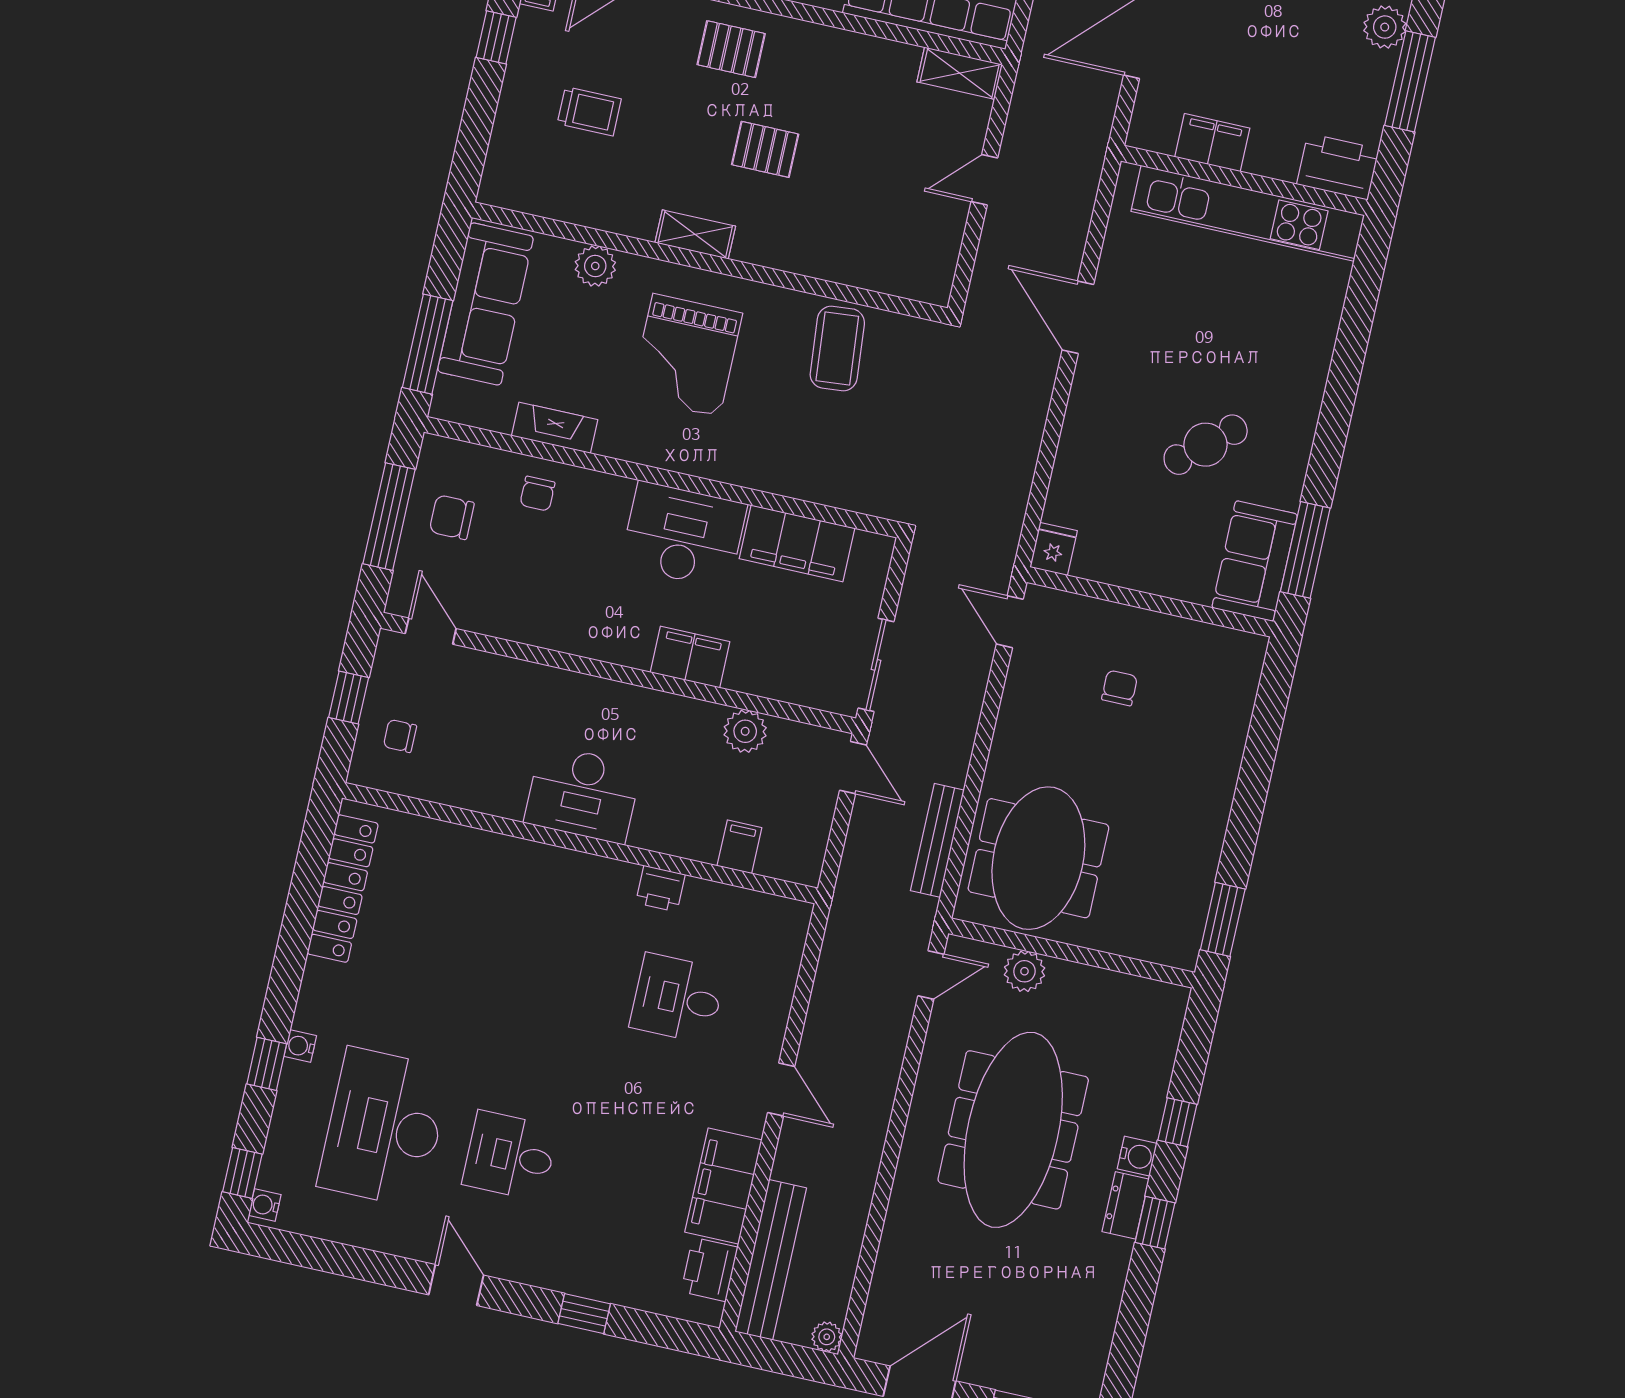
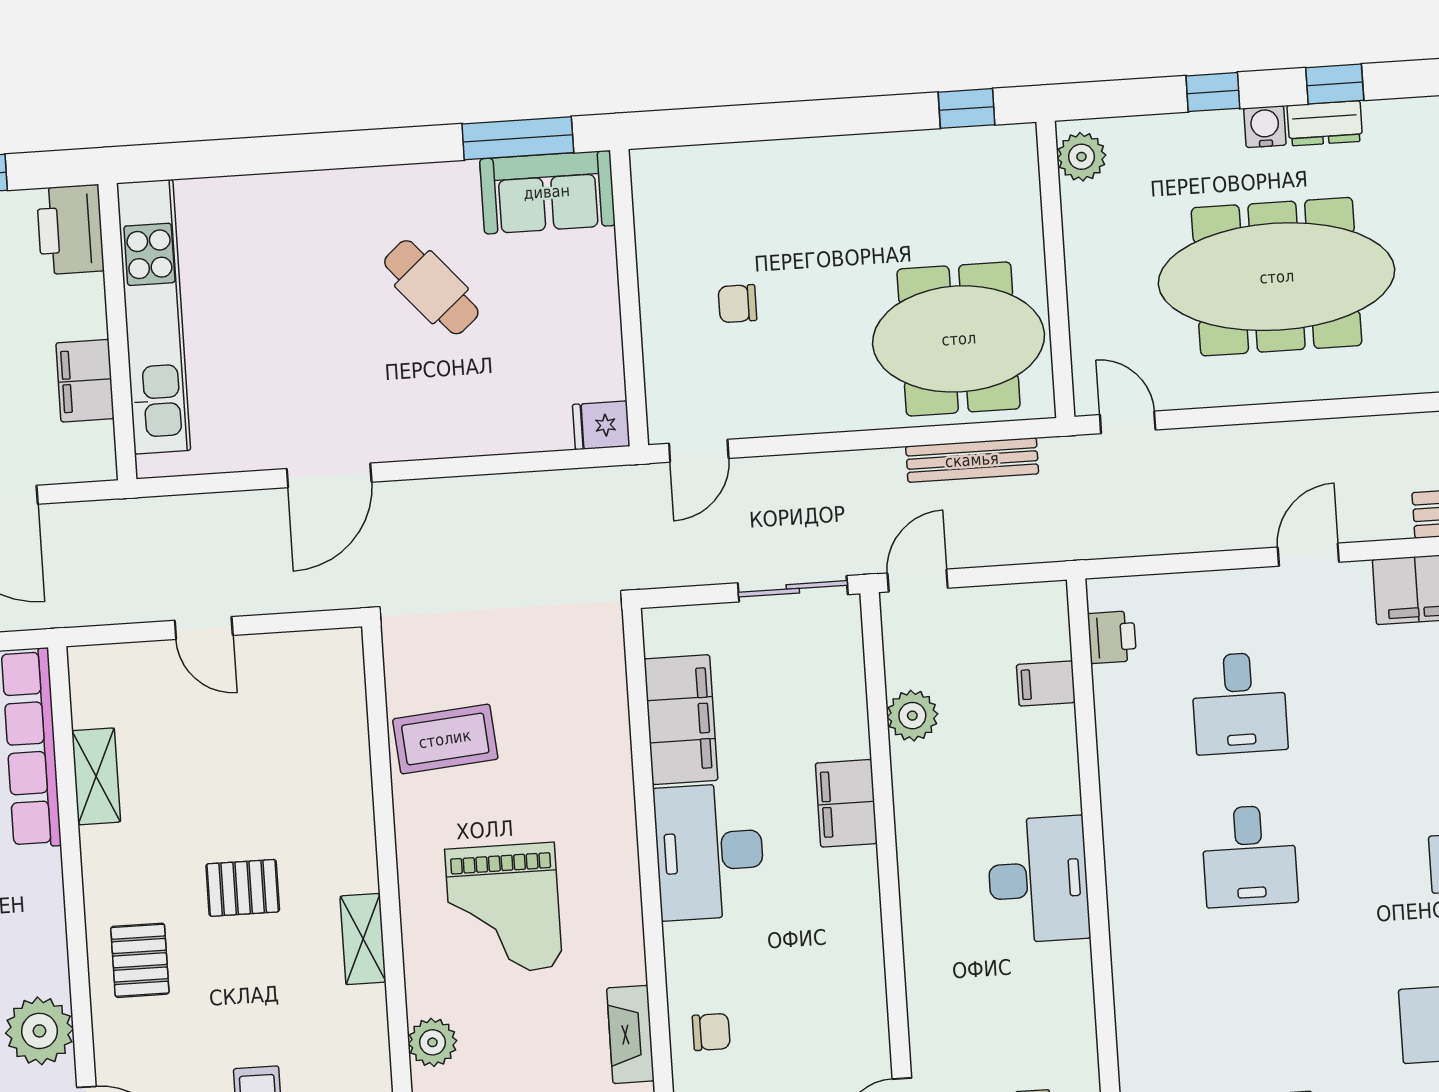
shelving: (960, 73) -> (96, 776), moved
pallet: (765, 149) -> (243, 888), turned 90
grand piano: (686, 355) -> (504, 909), turned 90
printer: (660, 889) -> (1112, 637), moved
window: (1223, 919) -> (967, 108), width x0.67
desk: (552, 970) -> (1249, 856), added
plant: (1024, 971) -> (1081, 157), moved

